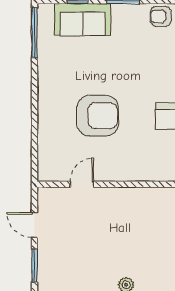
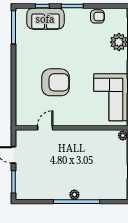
armchair: (161, 16) -> (97, 16), turned 180

